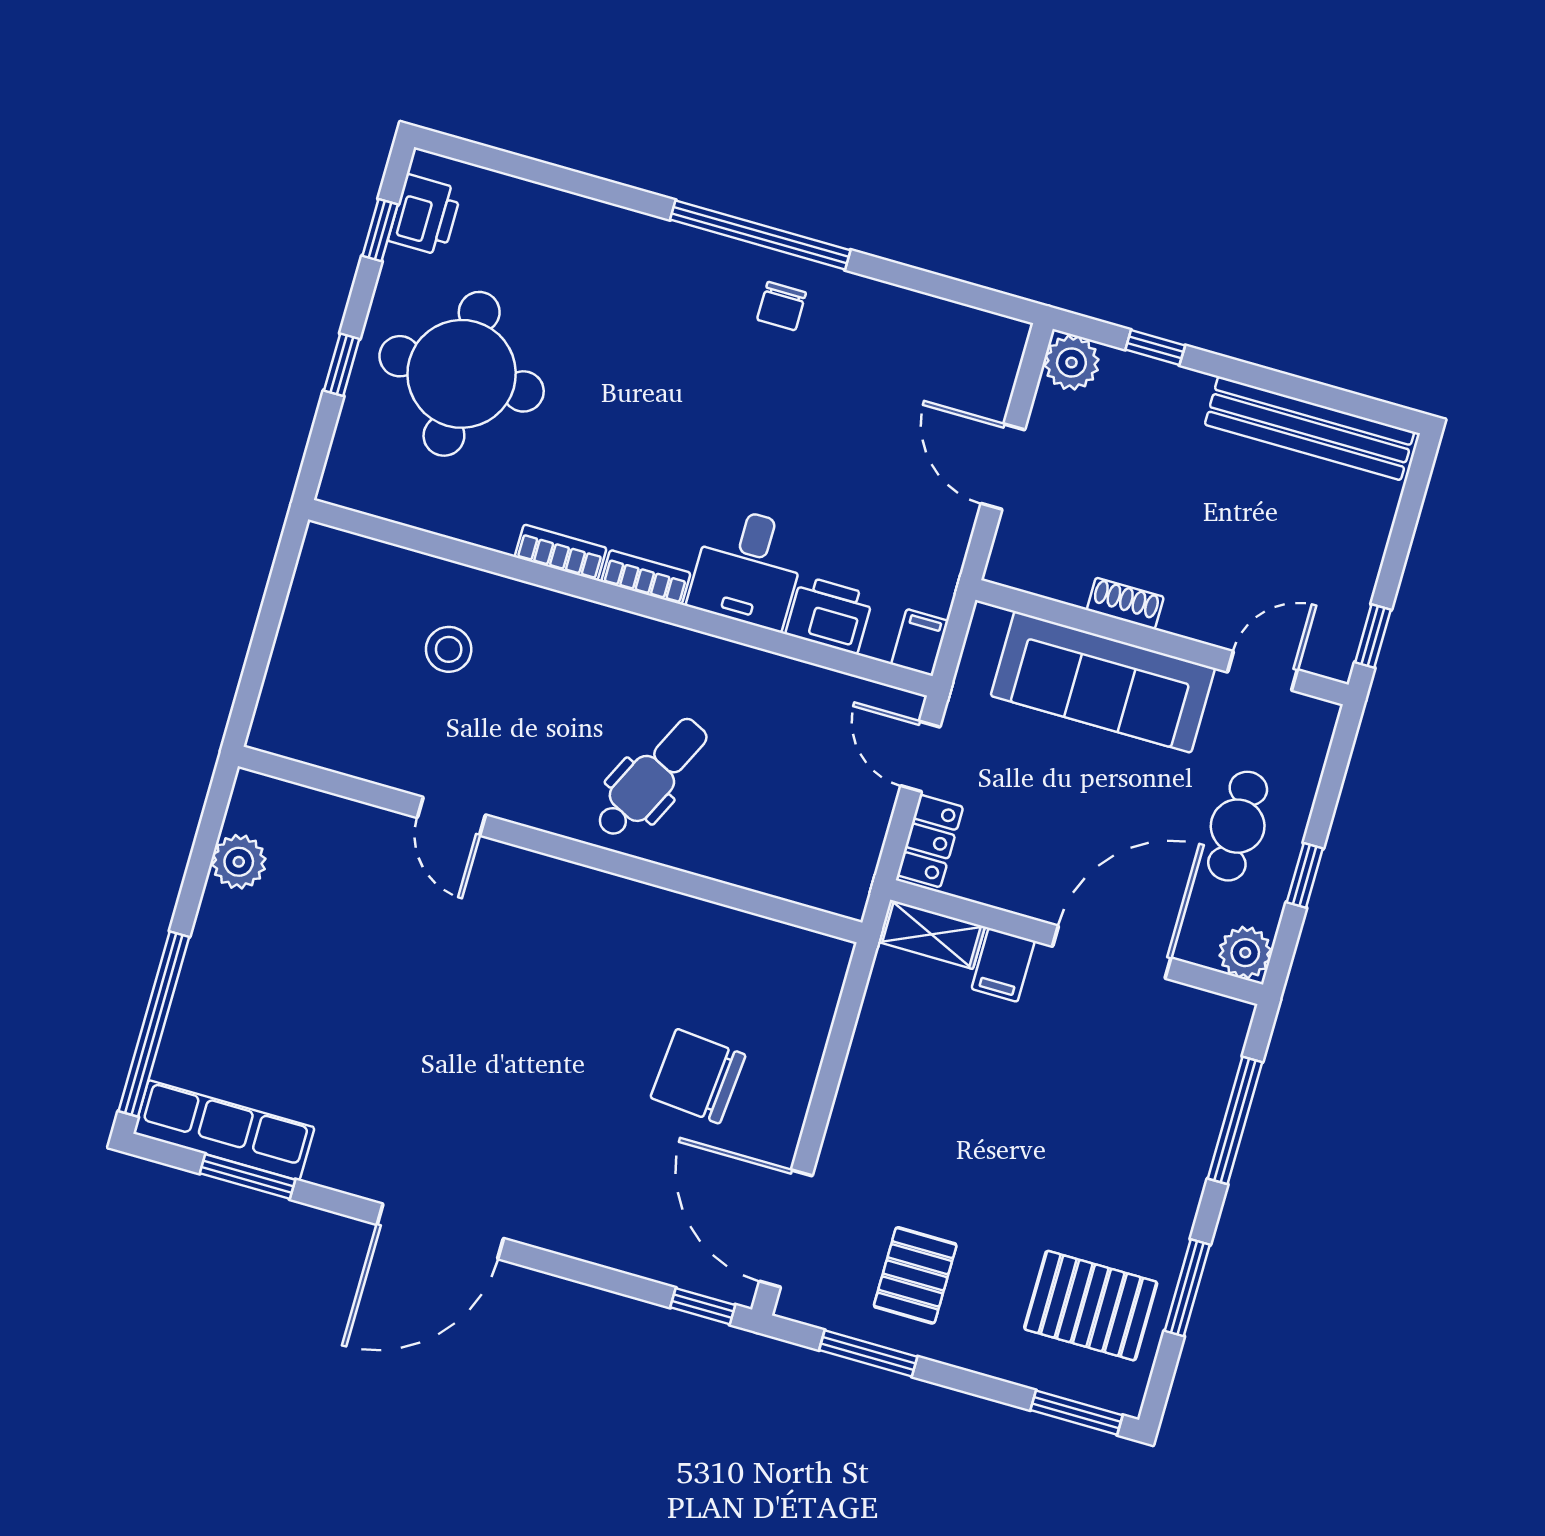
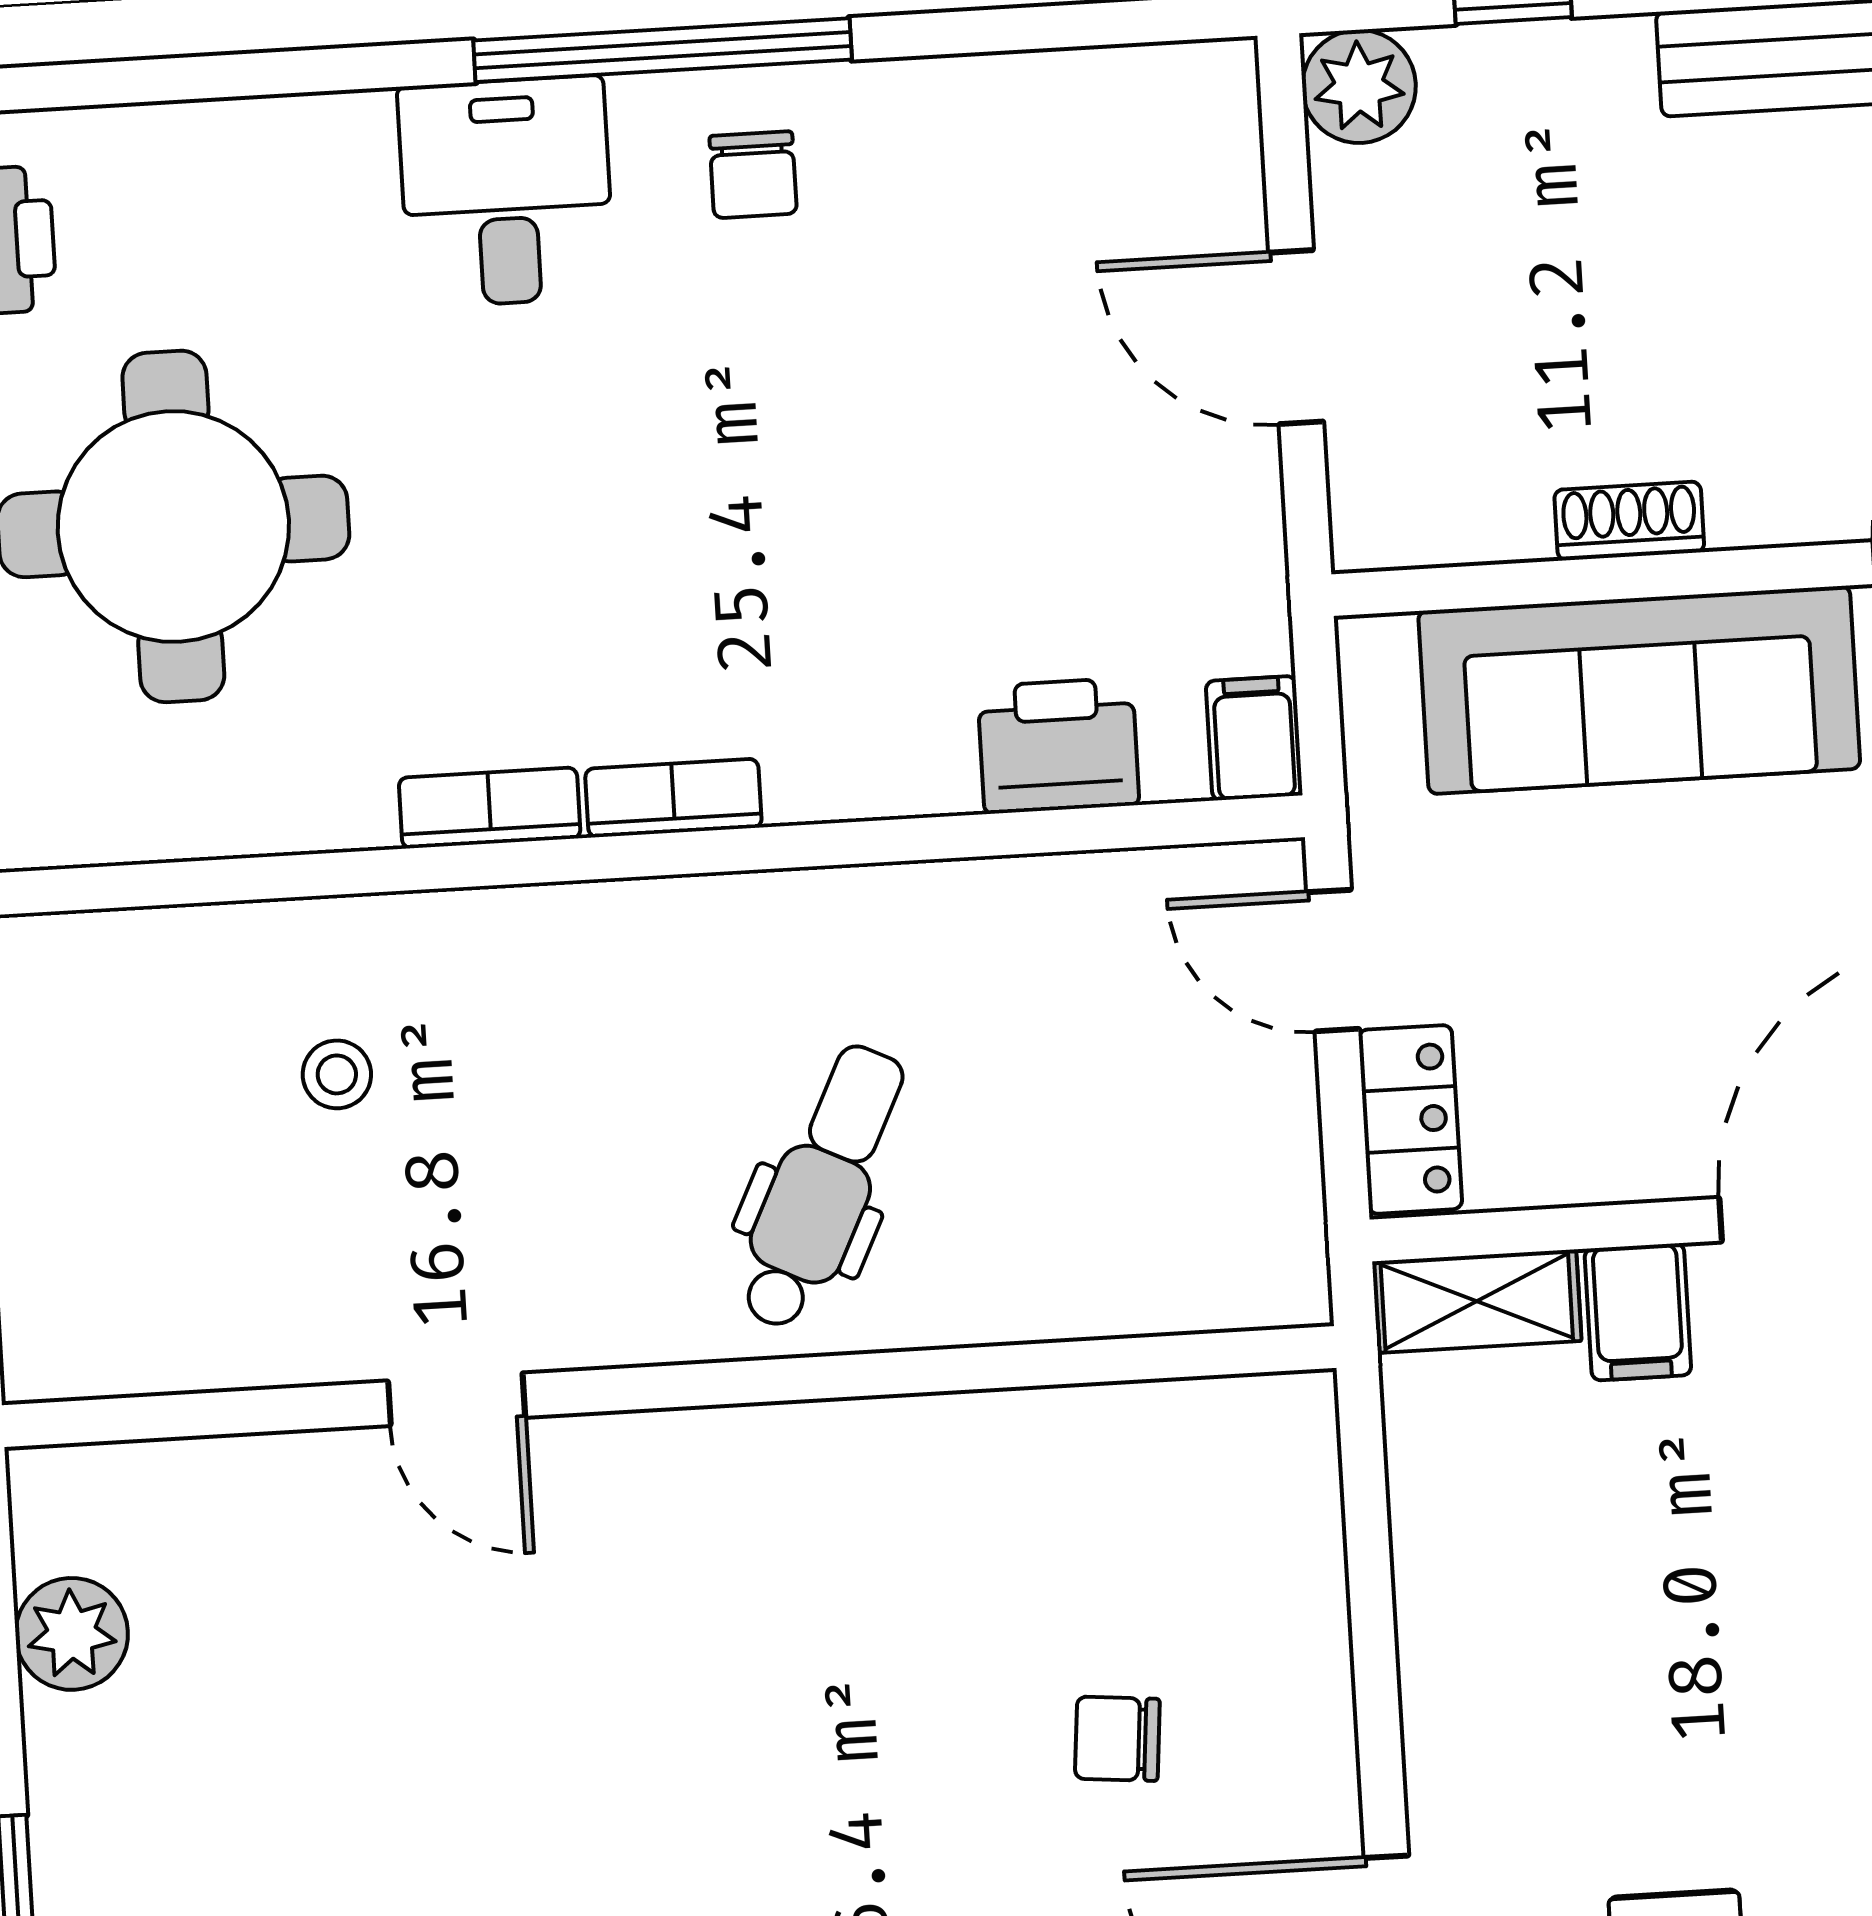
desk: (748, 568) -> (506, 192), moved, turned 180
stool: (449, 649) -> (337, 1074), width x0.73, depth x0.73
chair: (698, 1076) -> (1117, 1739), width x0.54, depth x0.54

